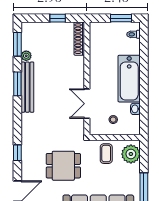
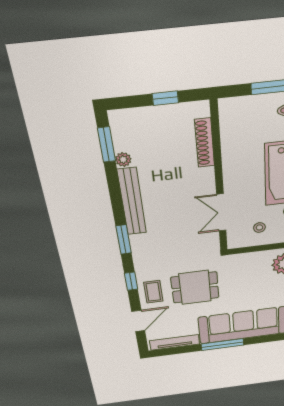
shoe rack: (79, 39) -> (205, 143), moved
window: (17, 84) -> (124, 240), moved
coffee table: (106, 154) -> (153, 292), moved

